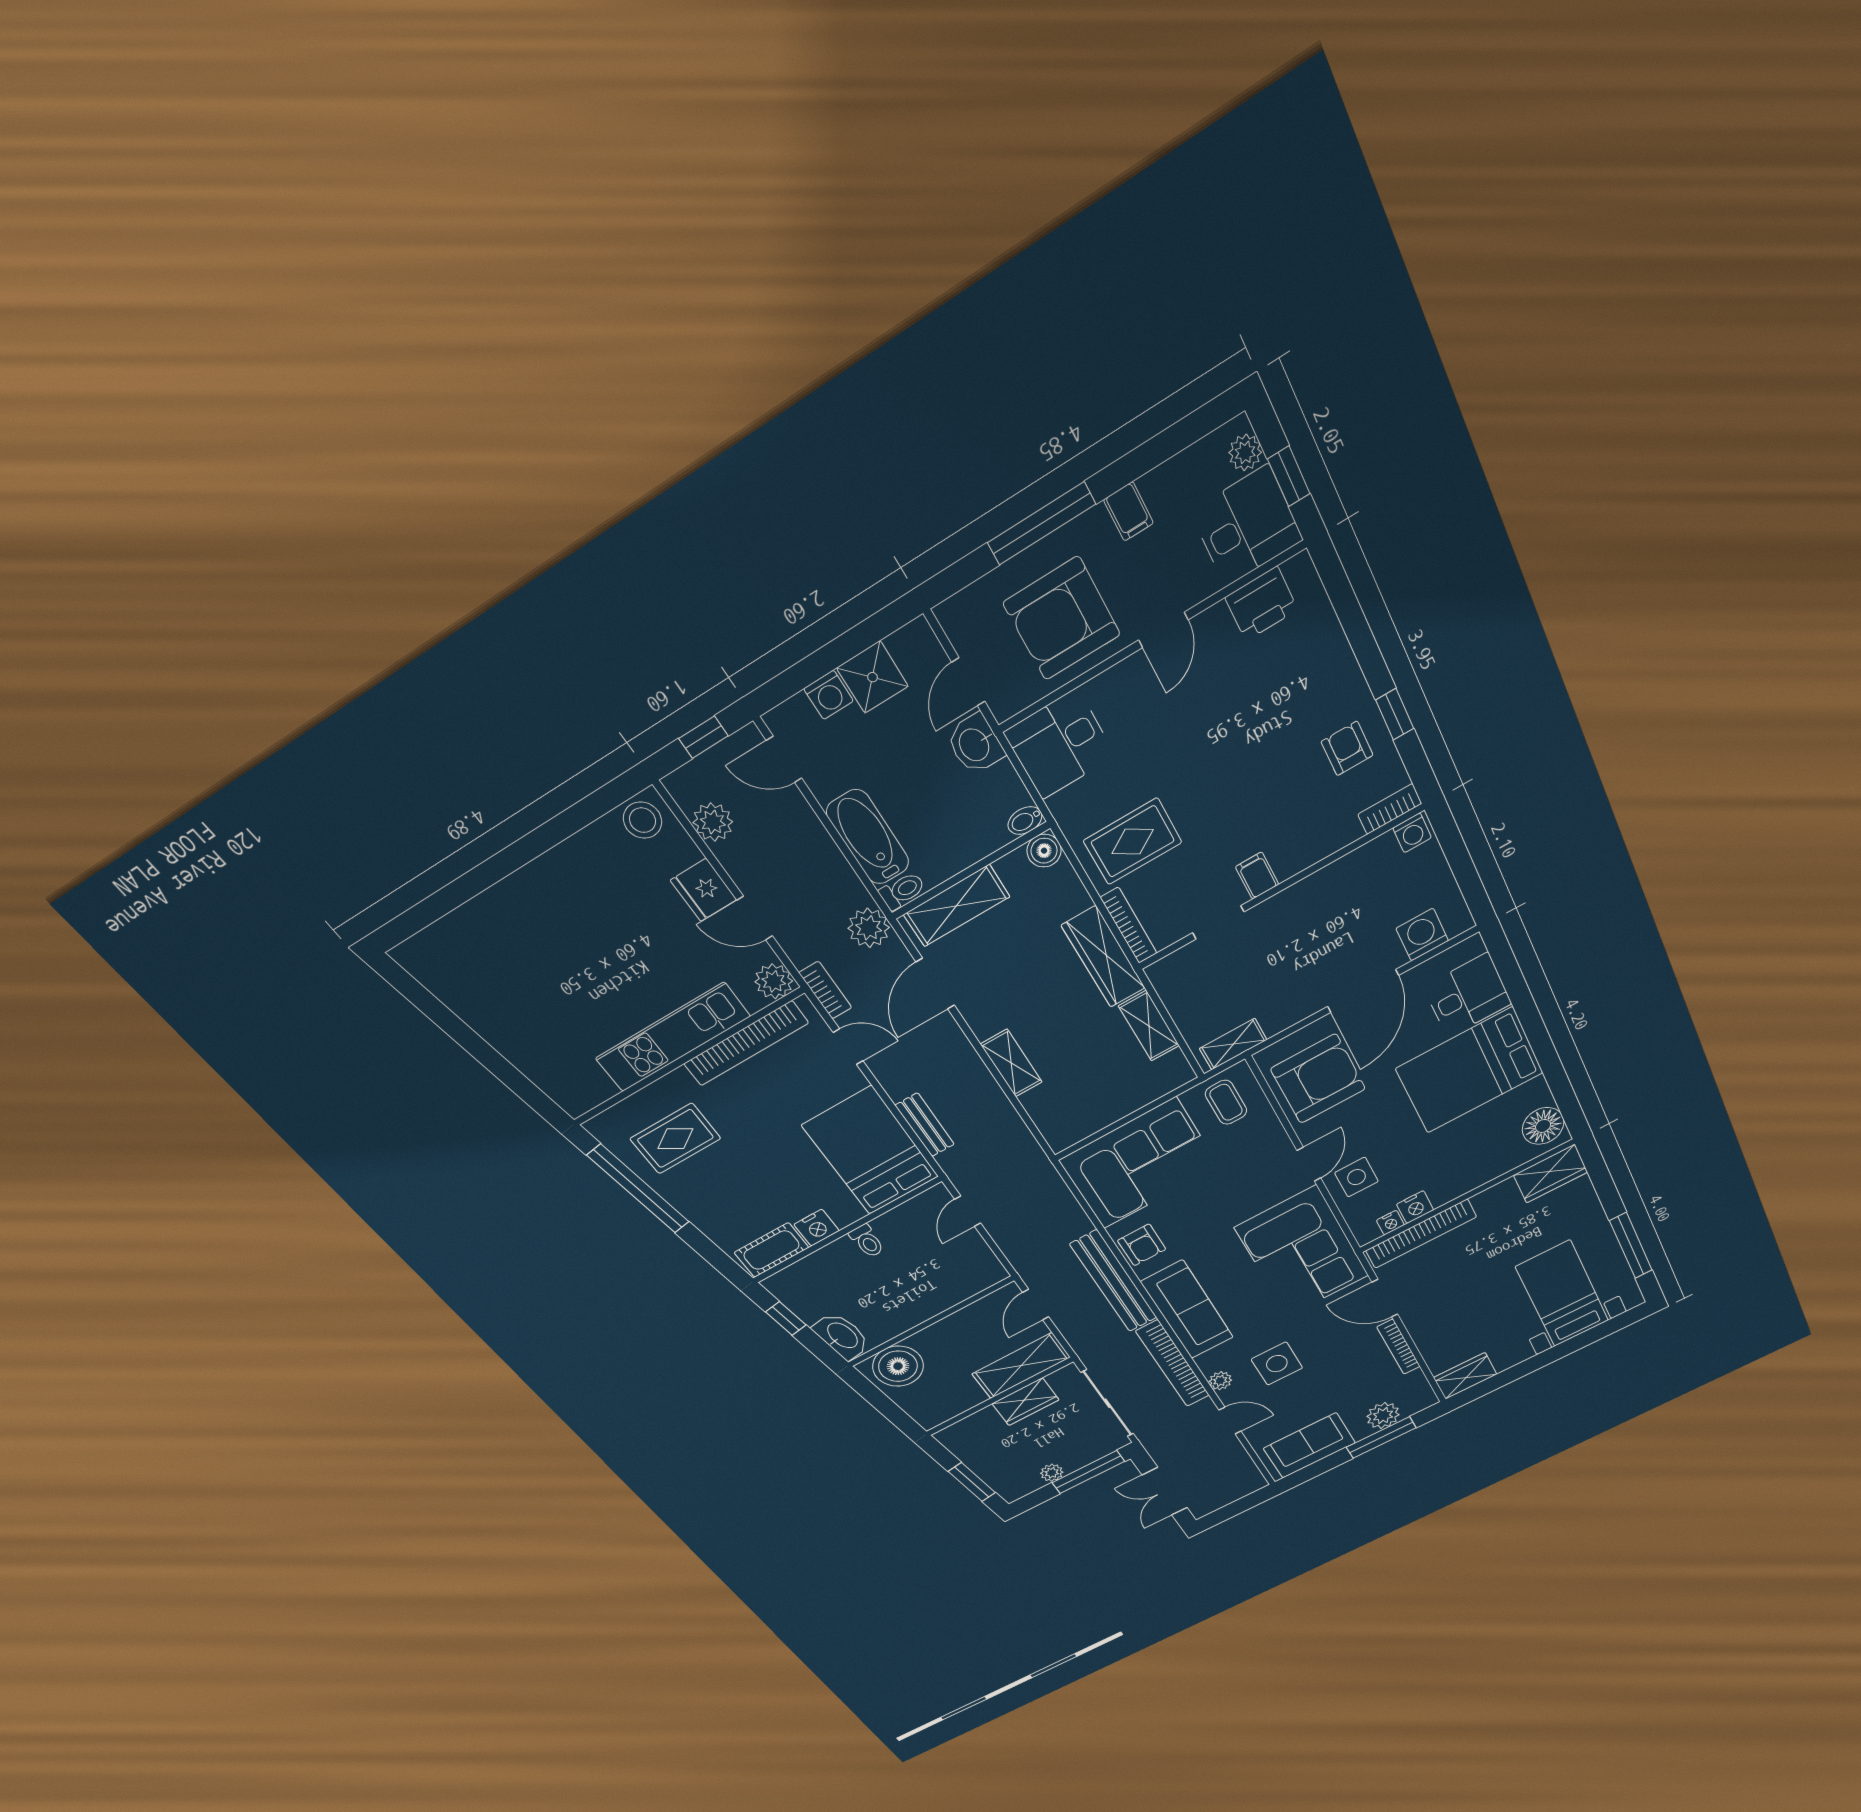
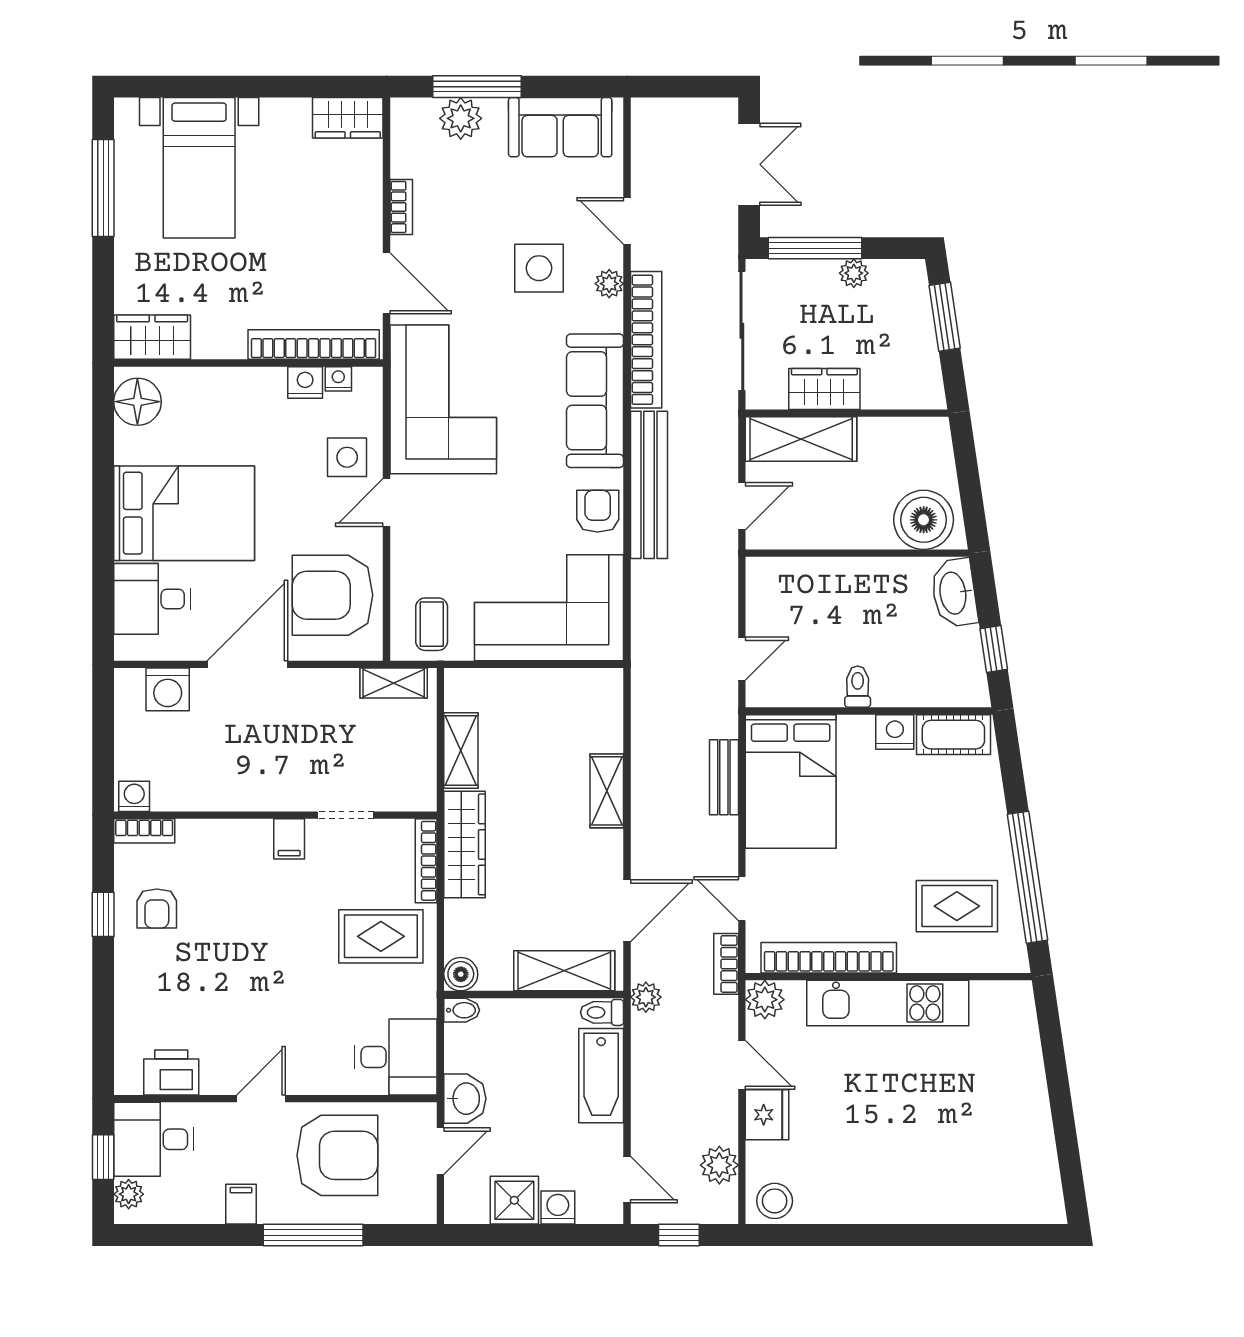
plant: (869, 928) -> (646, 997), width x0.73, depth x0.73
bookcase: (1399, 1347) -> (401, 207), width x0.64

